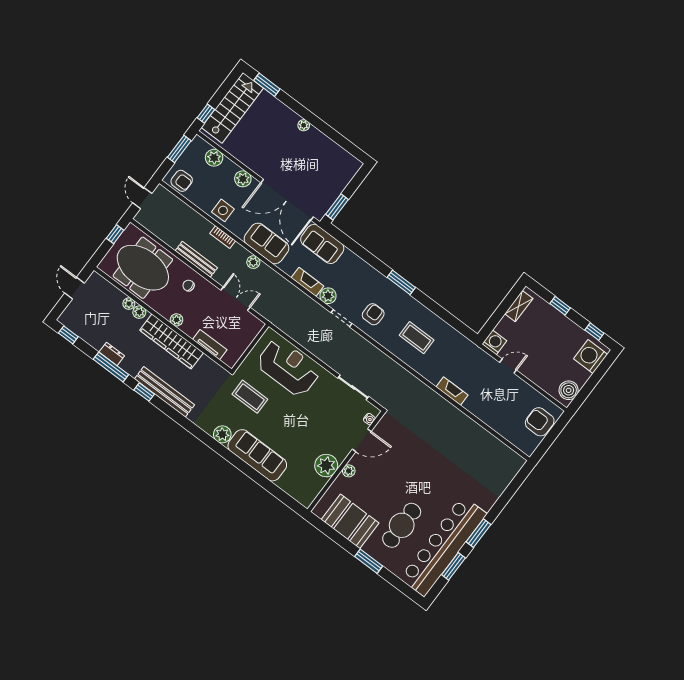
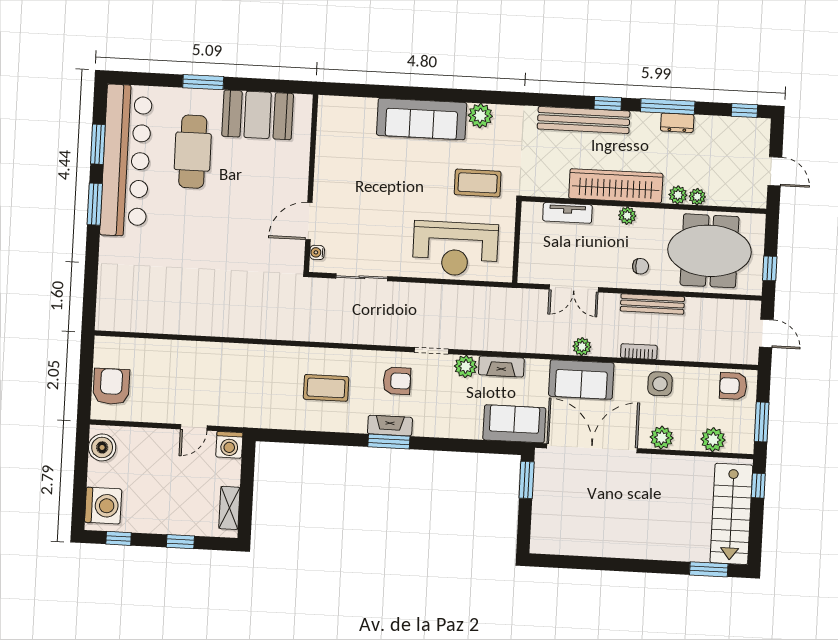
plant: (304, 125) -> (632, 551), removed
armchair: (373, 314) -> (397, 381), turned -90
fireplace: (452, 391) -> (390, 426), moved, turned 180
armchair: (540, 422) -> (111, 386), turned -90
plant: (326, 466) -> (331, 162), removed
plant: (349, 471) -> (300, 174), removed

